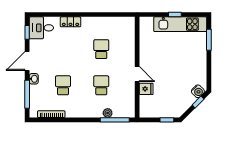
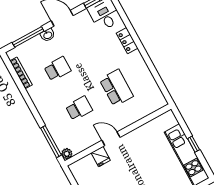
school desk: (101, 49) -> (116, 88), width x1.85
door: (137, 74) -> (111, 139), swing flipped
plant: (108, 113) -> (67, 154), moved

